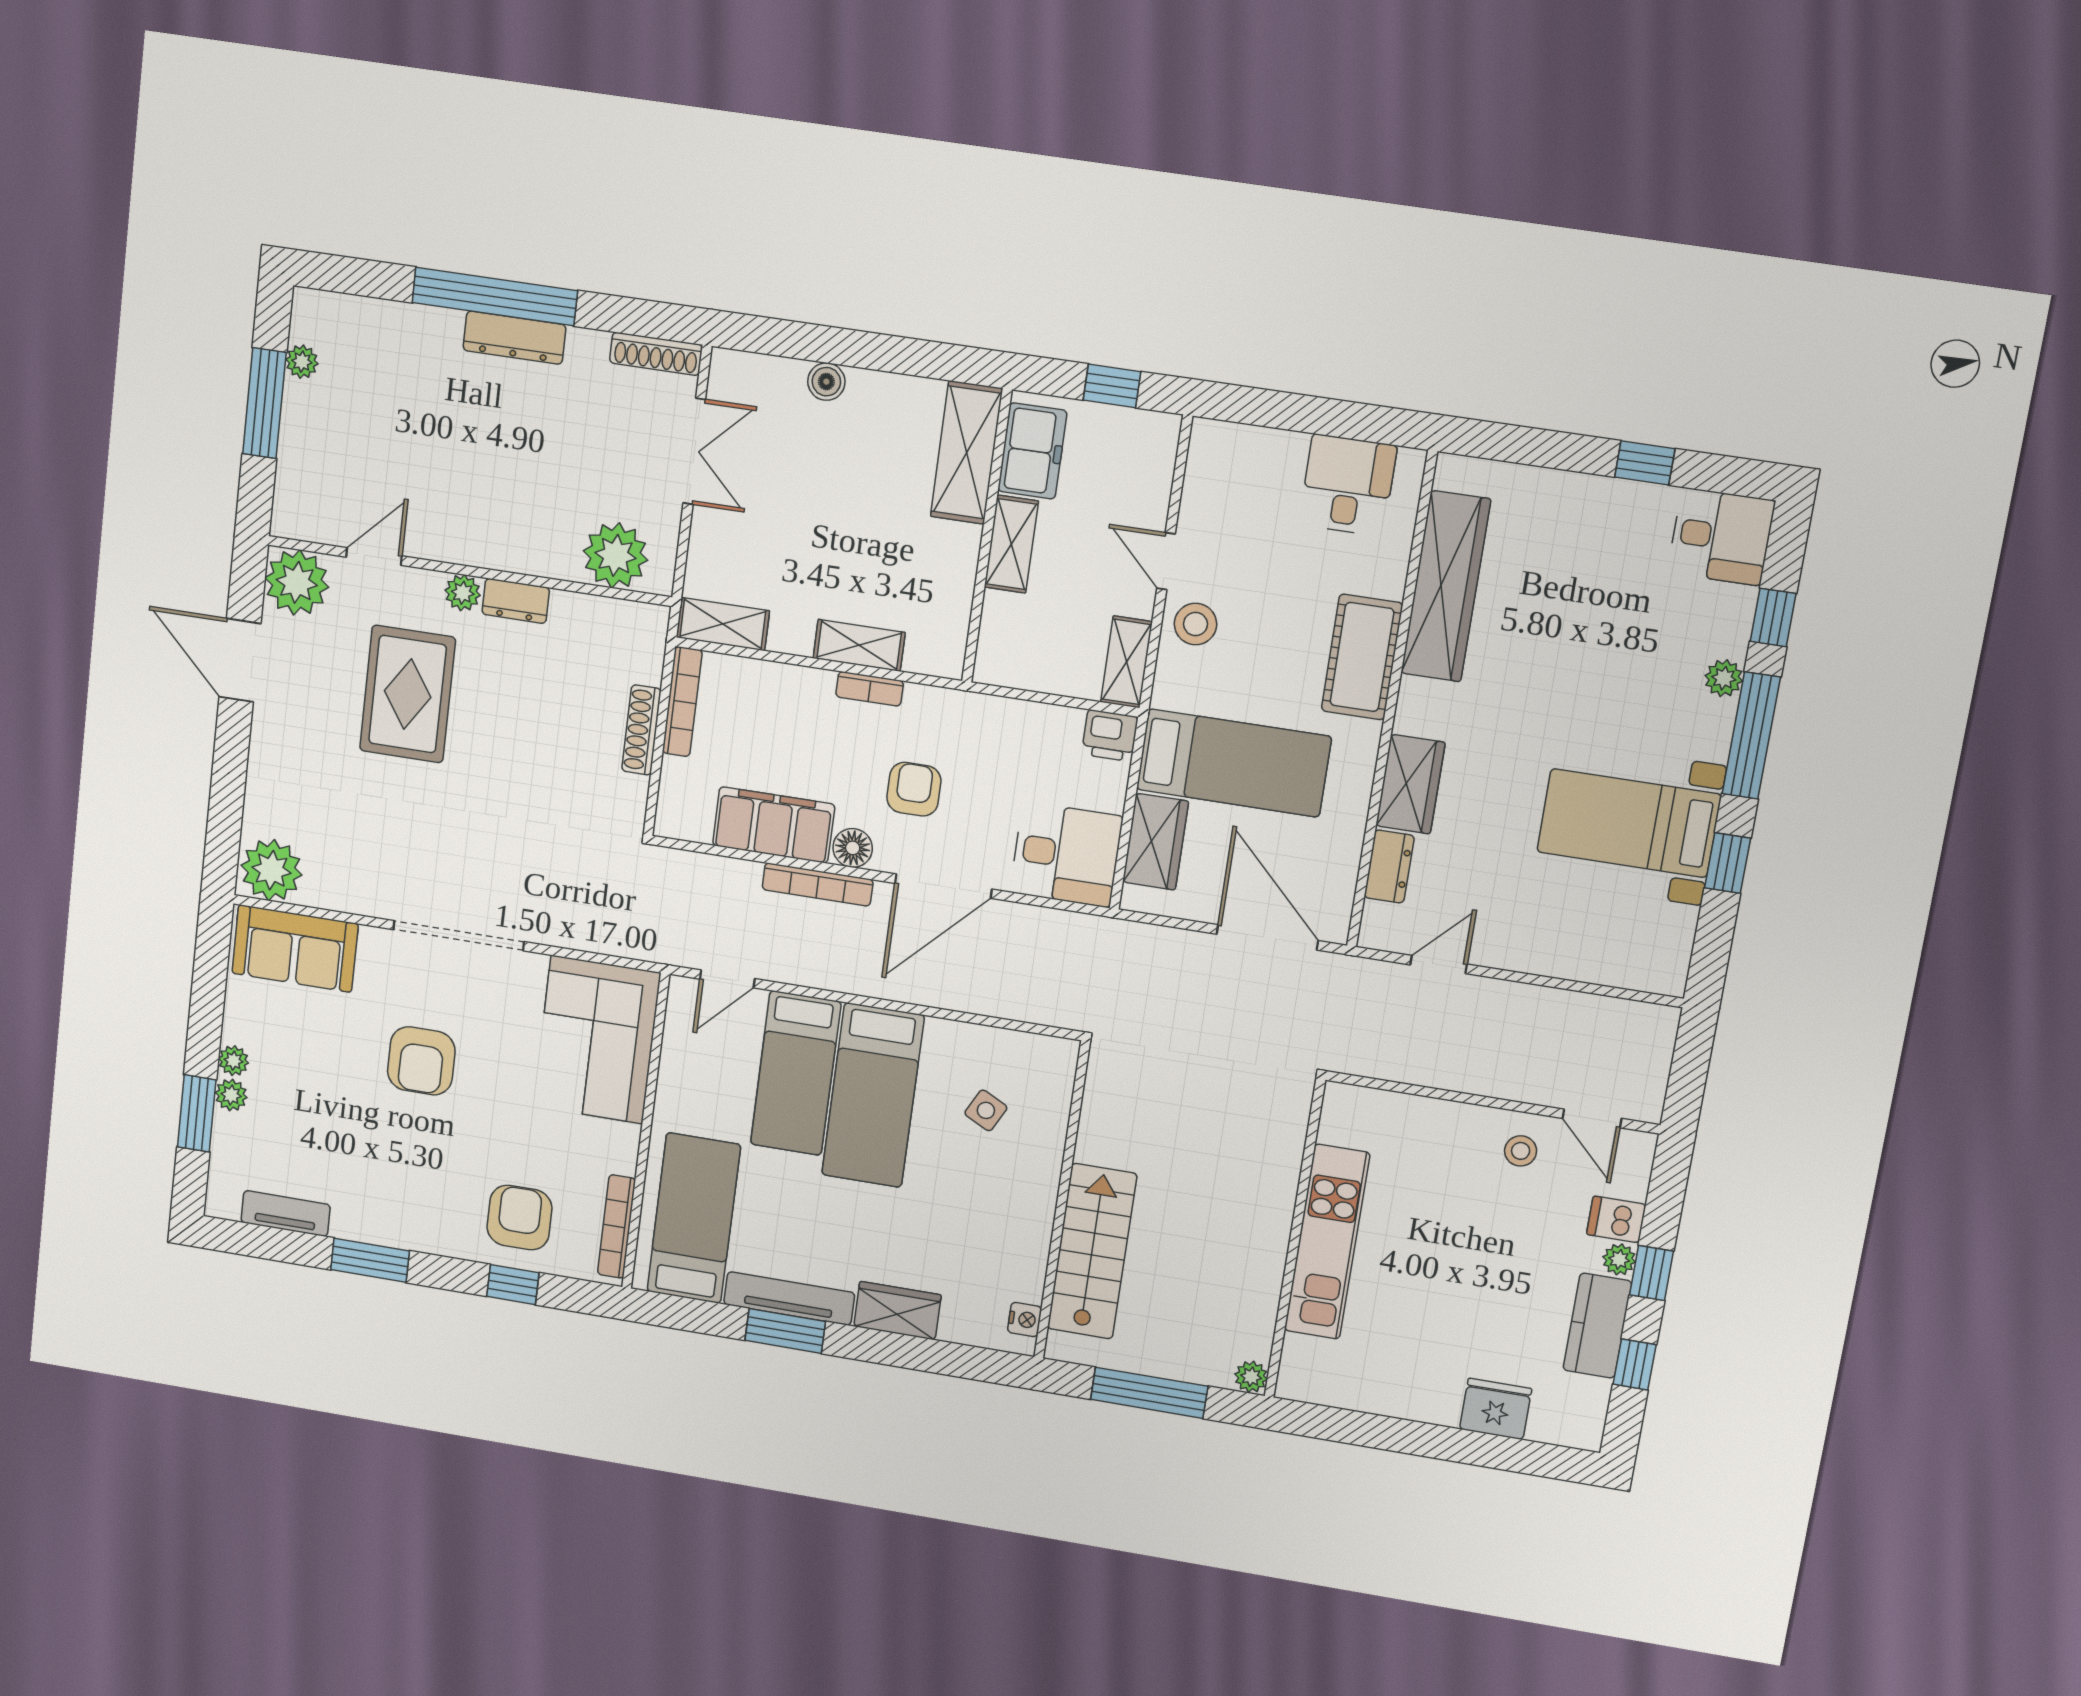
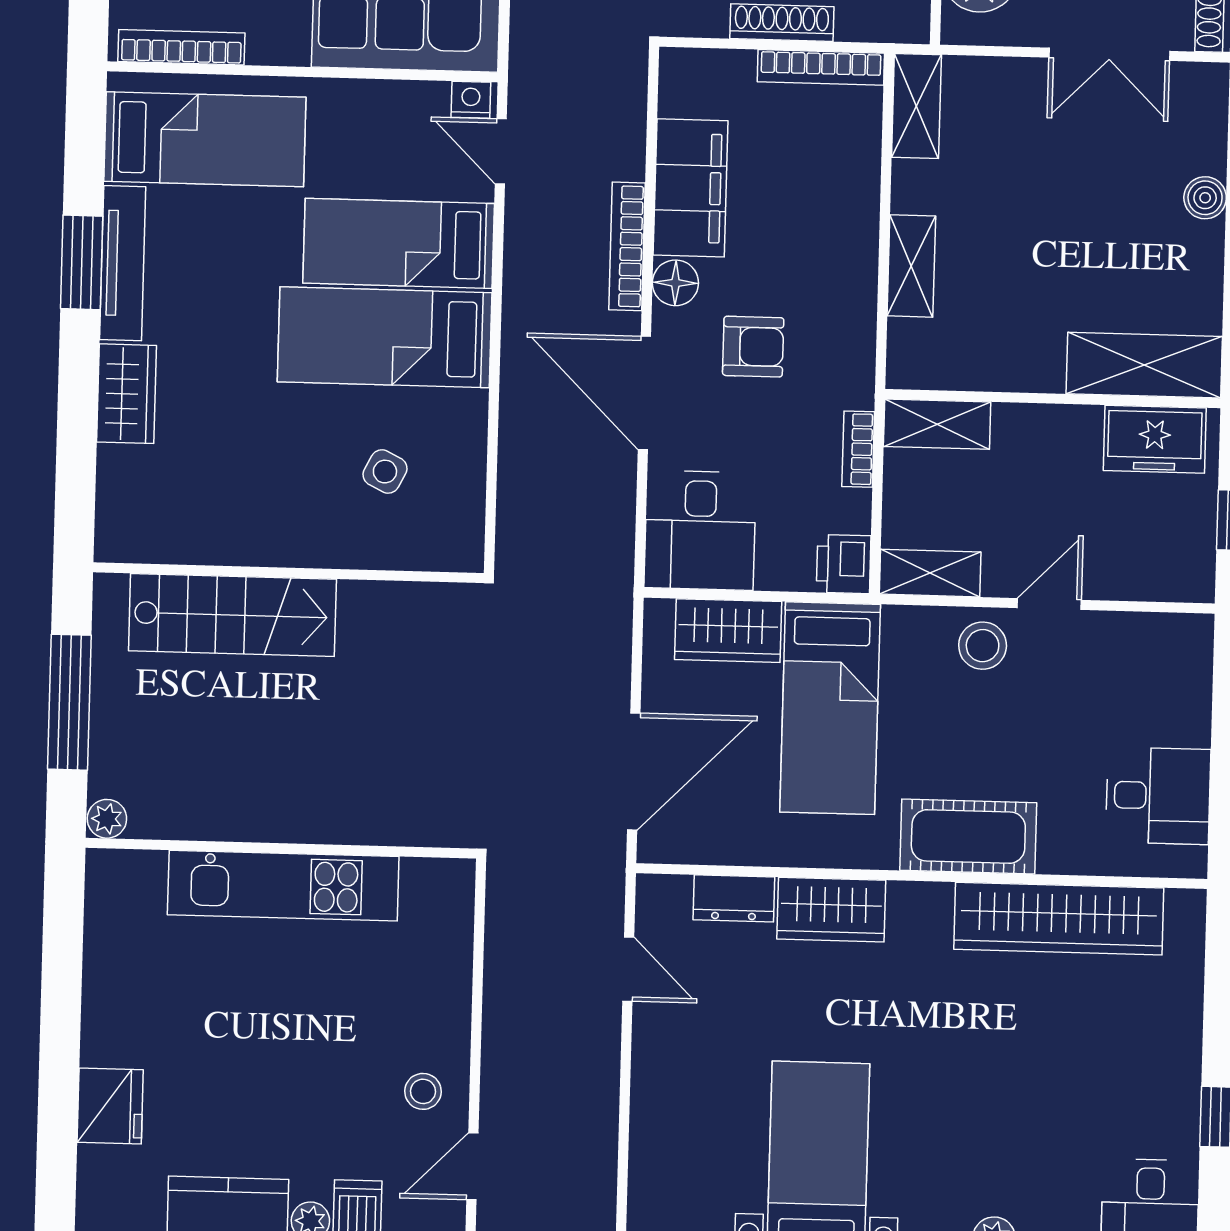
shelving: (1011, 544) -> (937, 424), moved
bookcase: (870, 689) -> (858, 449), moved
nightstand: (1025, 1319) -> (471, 100), moved, turned 180

